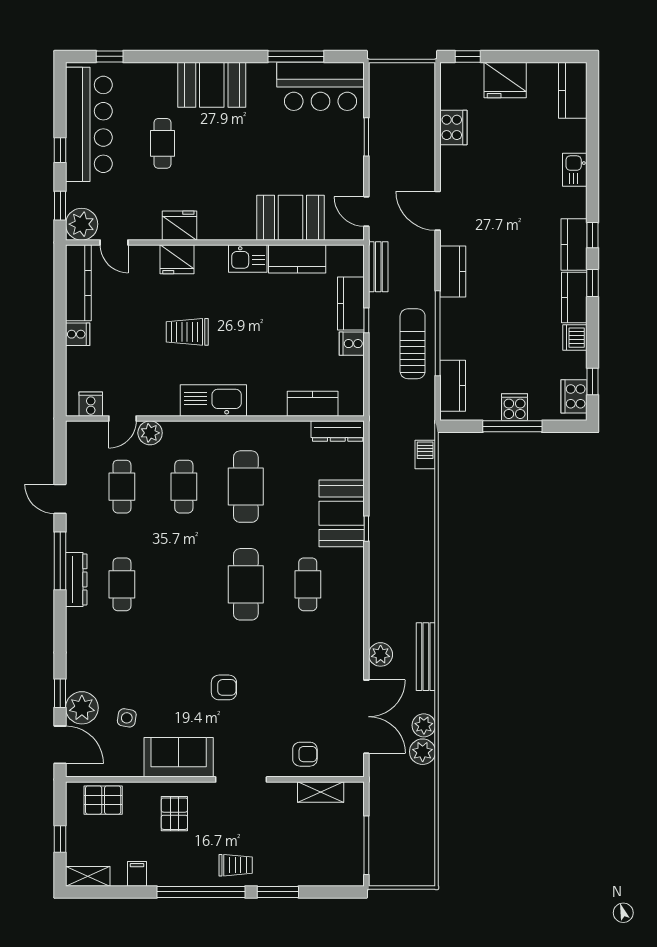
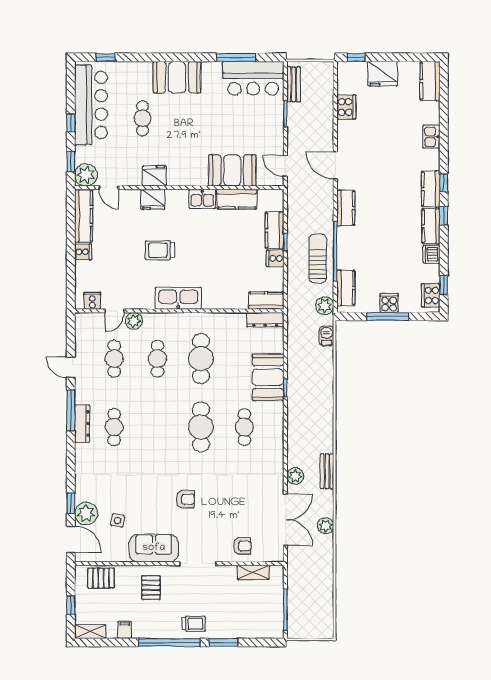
bench: (378, 267) -> (294, 84), moved
kitchen counter: (313, 404) -> (266, 301), moved
bench: (426, 657) -> (327, 471), width x0.73
plant: (423, 752) -> (325, 306), moved

